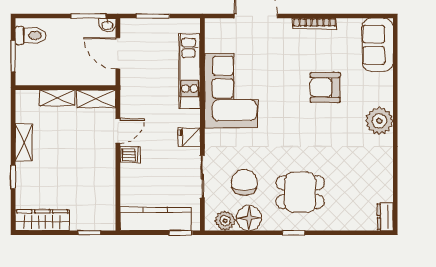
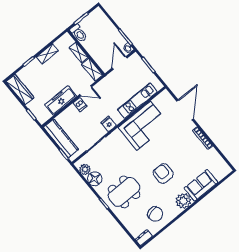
toilet: (31, 35) -> (79, 33), moved
sofa: (378, 45) -> (201, 185), moved
armchair: (325, 87) -> (163, 173), moved
freezer: (103, 176) -> (61, 100), added
chair: (244, 182) -> (155, 214), moved, turned 74
dining table: (300, 192) -> (124, 192), width x1.38

